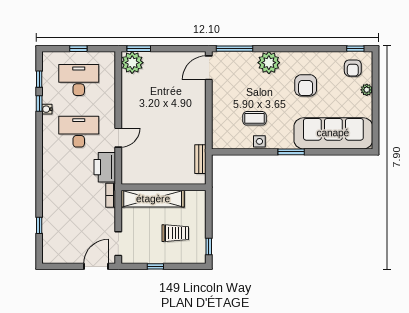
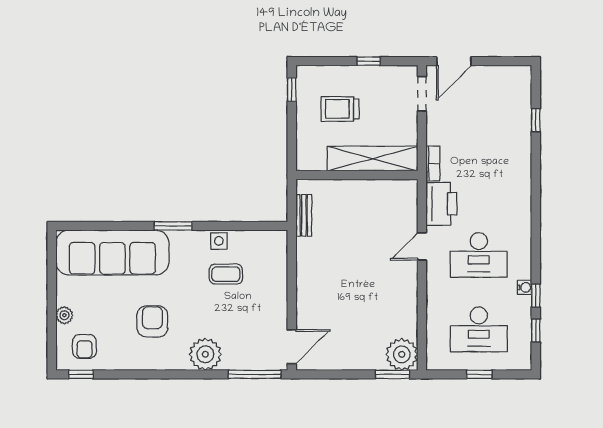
armchair: (353, 68) -> (84, 346), turned 180

